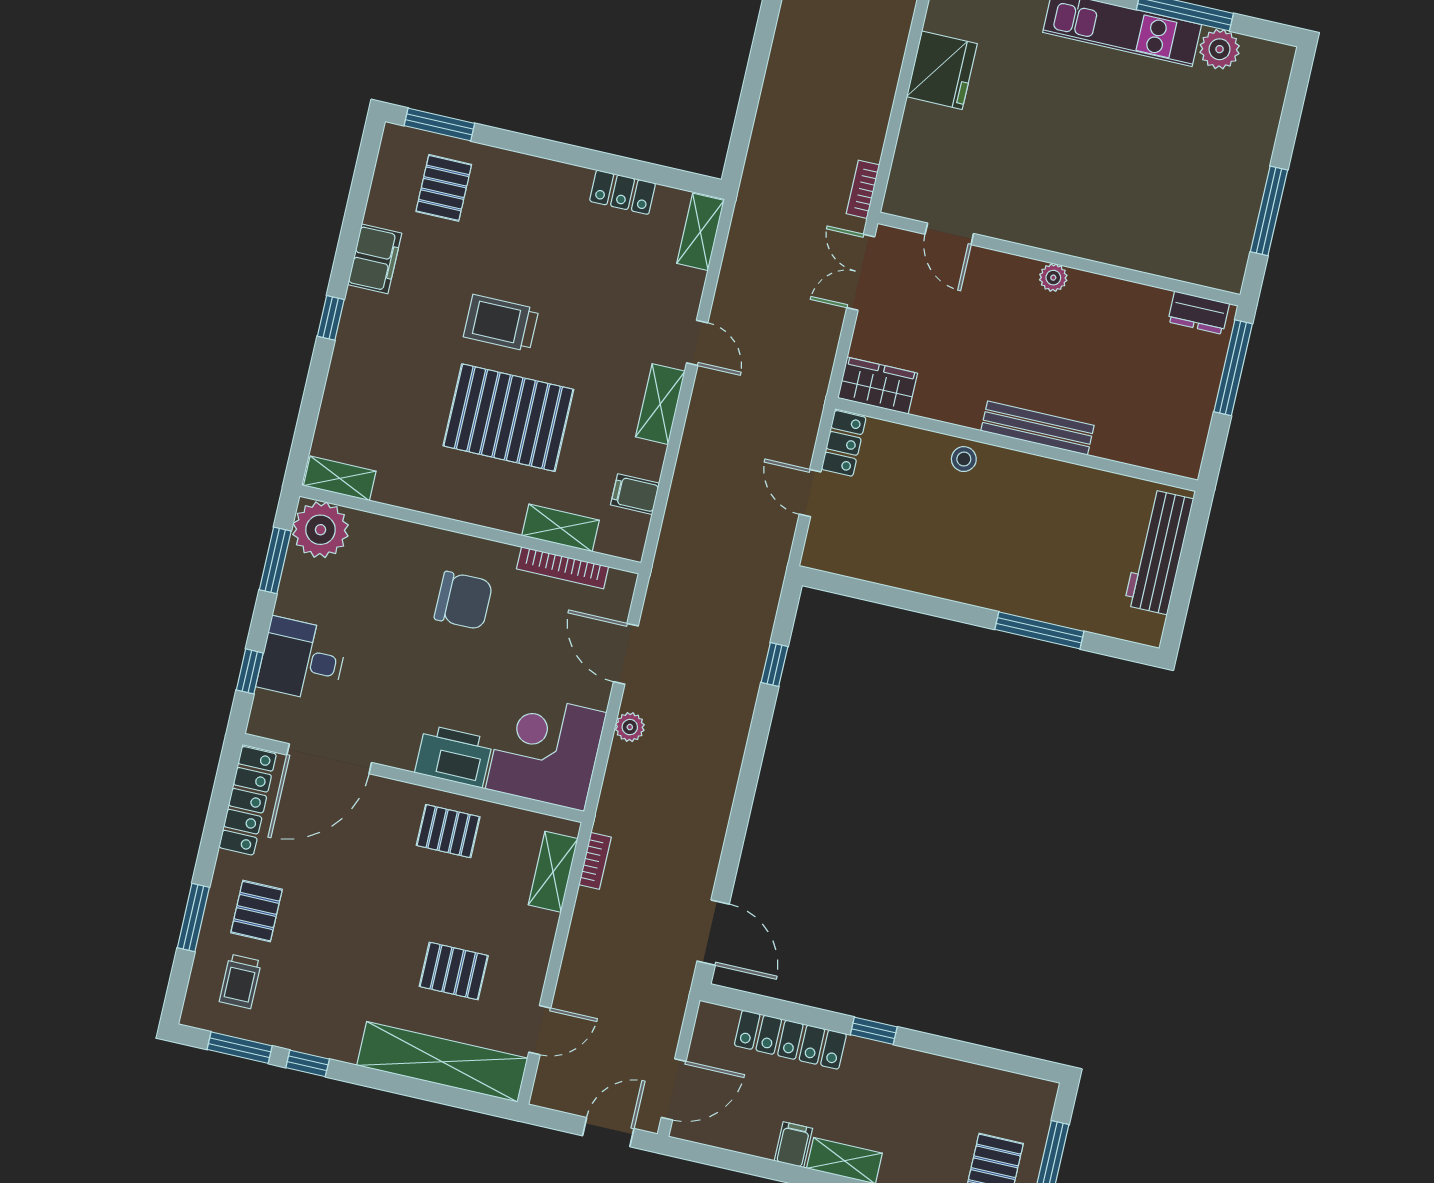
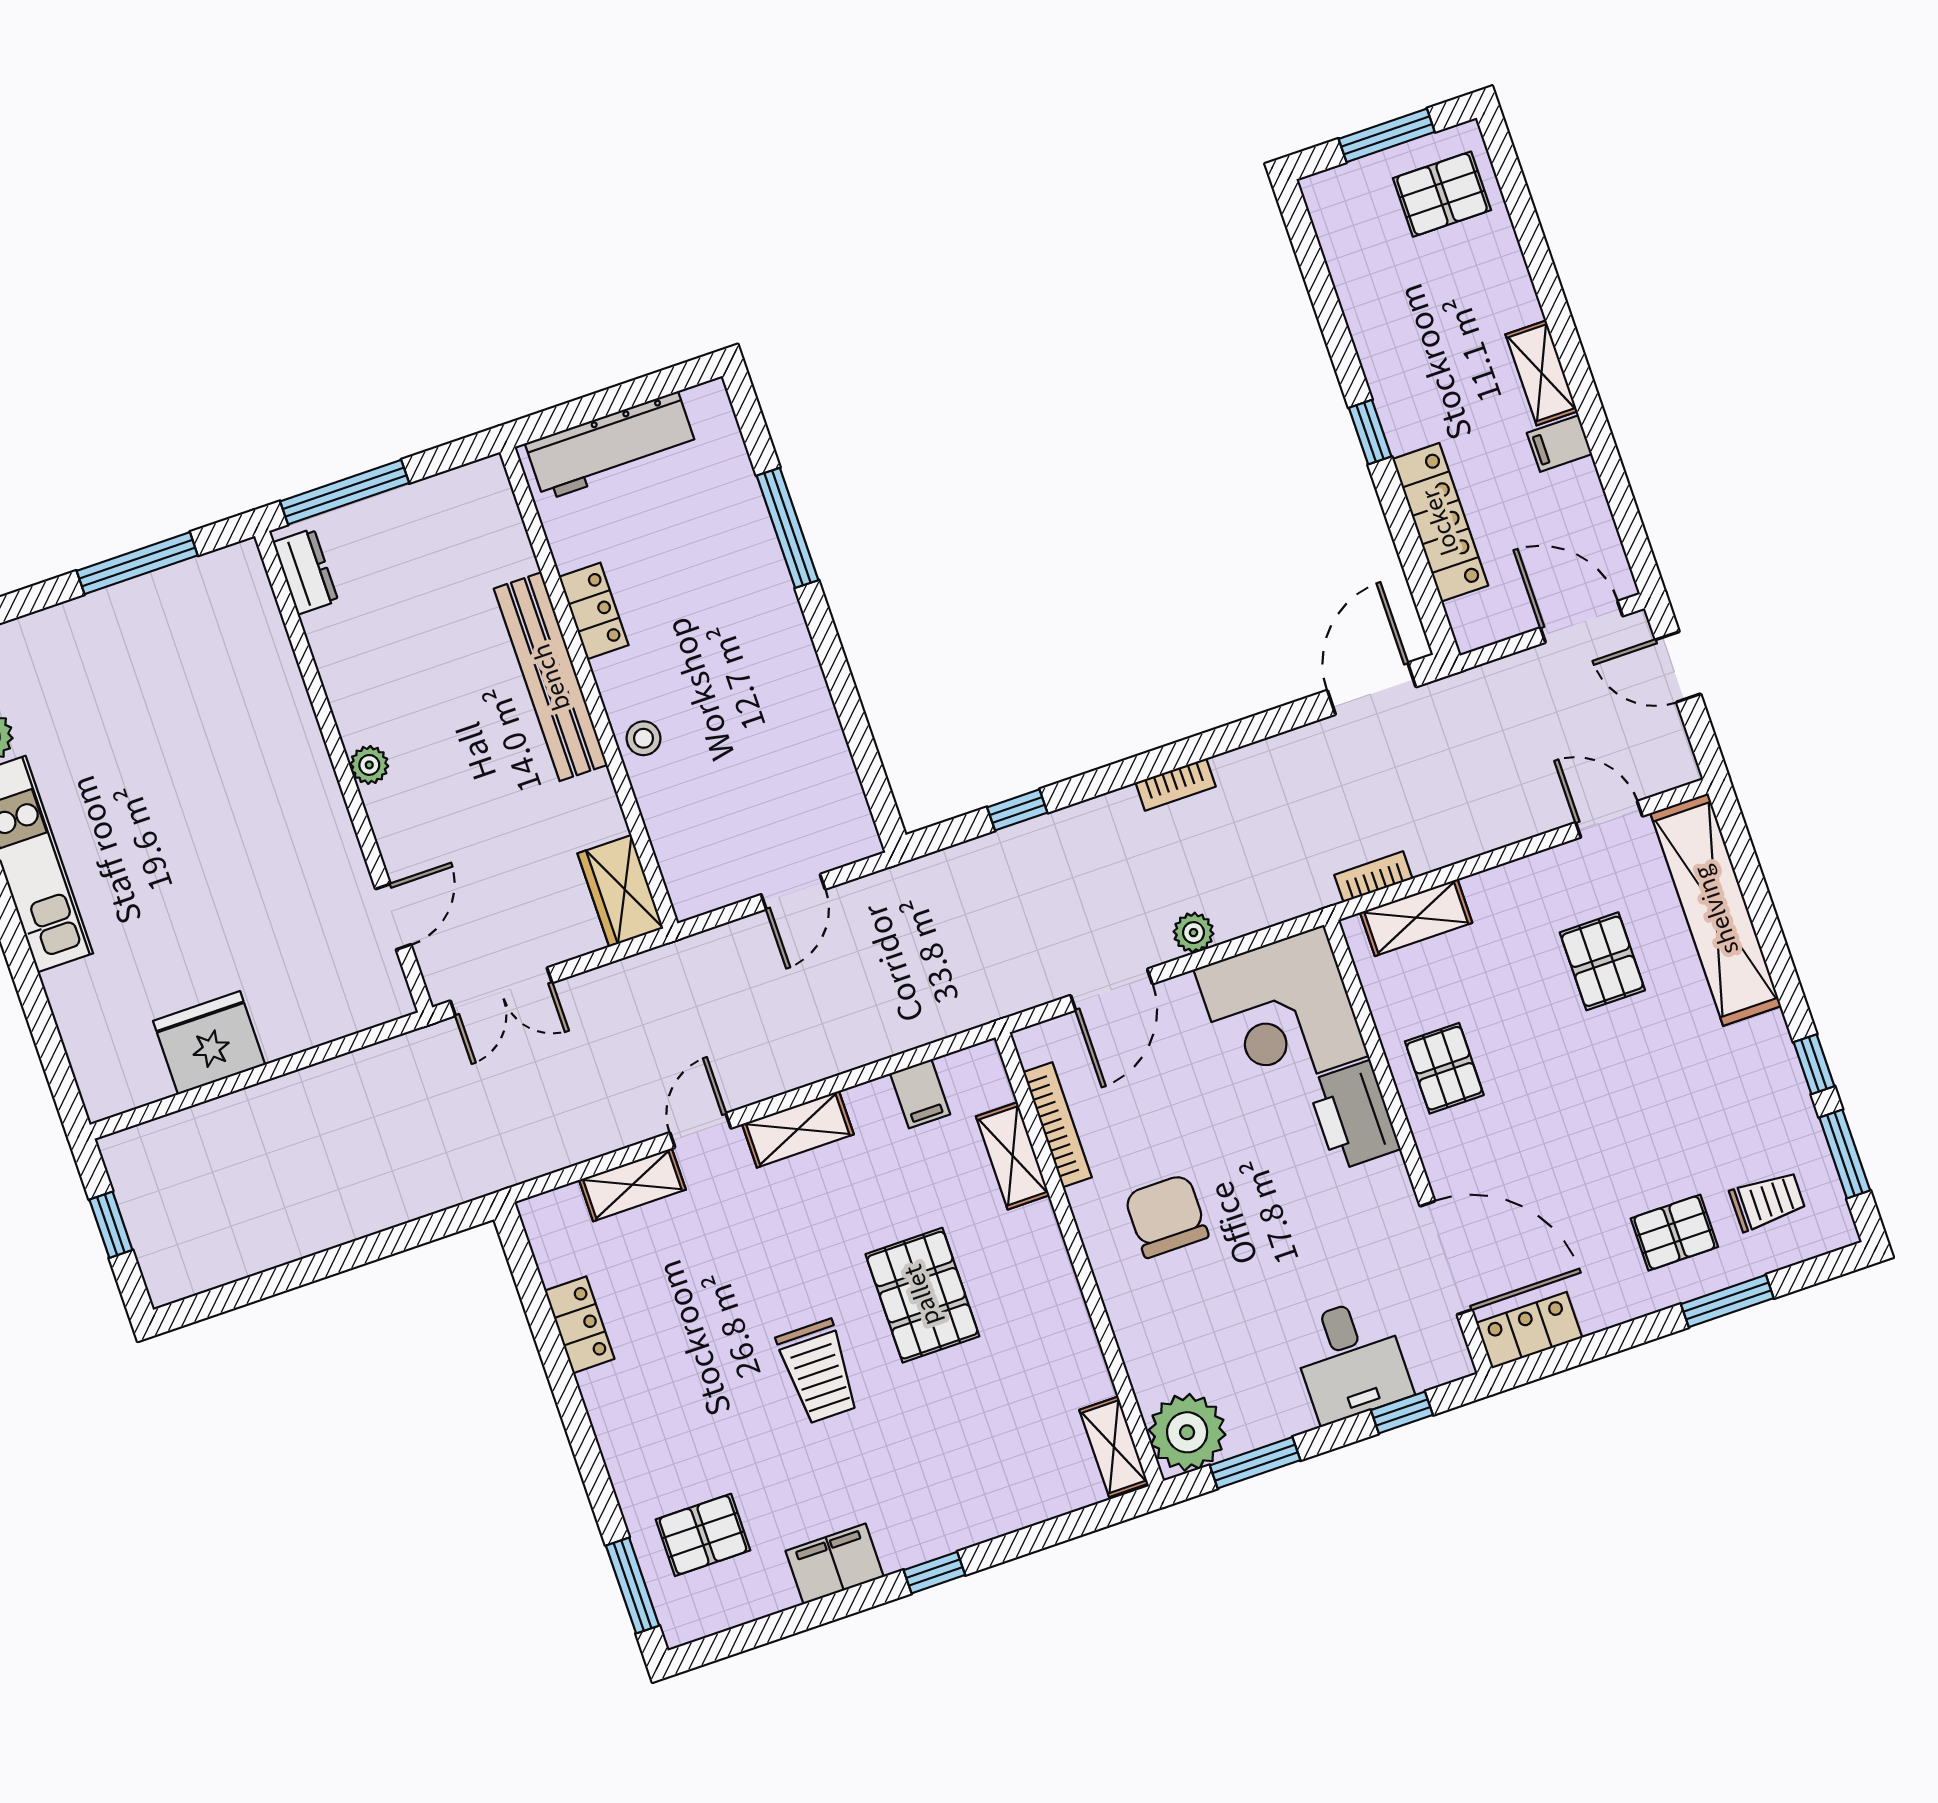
bookcase: (863, 189) -> (1176, 784), moved
shelving: (700, 232) -> (632, 1185), moved
pallet: (508, 418) -> (922, 1295), width x0.73, depth x0.71
bench: (1037, 428) -> (551, 677), width x1.37, depth x1.21
locker: (844, 443) -> (594, 611), moved, turned 90
locker: (248, 801) -> (1529, 1330), width x0.66

